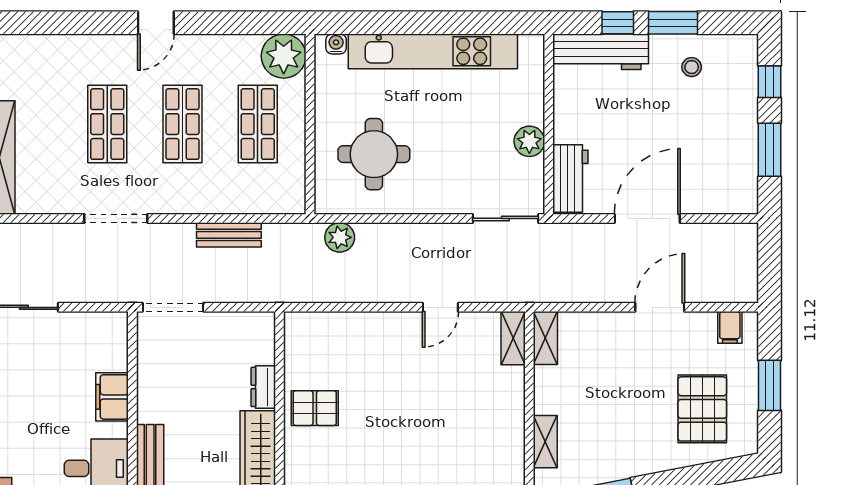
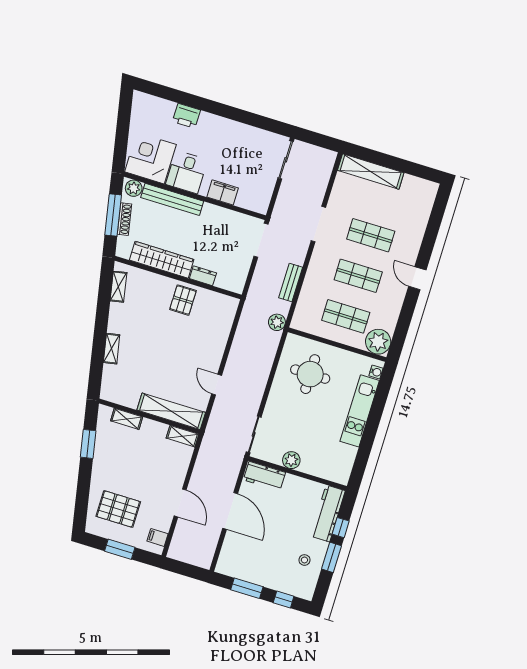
kitchen unit: (433, 51) -> (360, 411), width x0.73
plant: (340, 237) -> (277, 322), moved
shelving: (513, 338) -> (171, 411), width x2.20, depth x1.33

